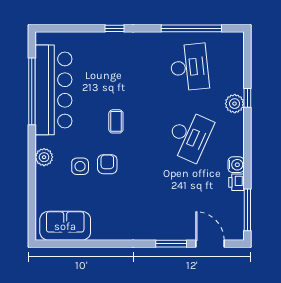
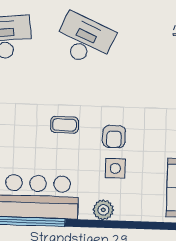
armchair: (107, 164) -> (114, 136), turned -90

